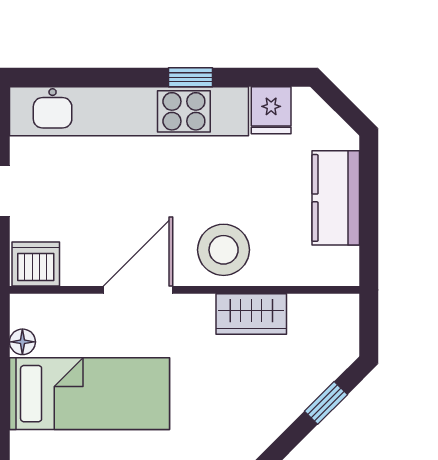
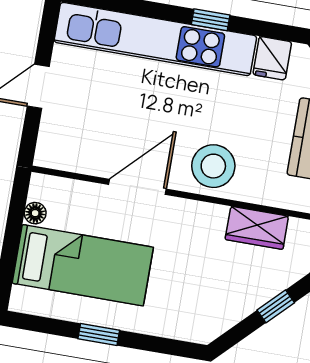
dishwasher: (36, 264) -> (57, 151), removed
wardrobe: (251, 314) -> (257, 228), moved

